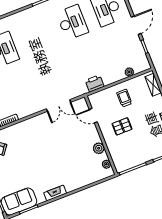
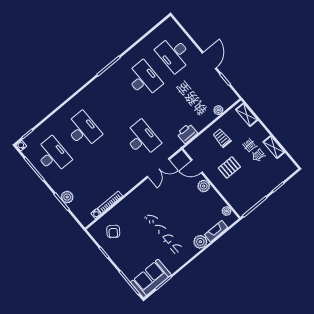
desk: (53, 75) -> (142, 139), added
plant: (99, 148) -> (204, 186), moved
plant: (74, 184) -> (200, 242), added
fireplace: (55, 193) -> (216, 231), moved

